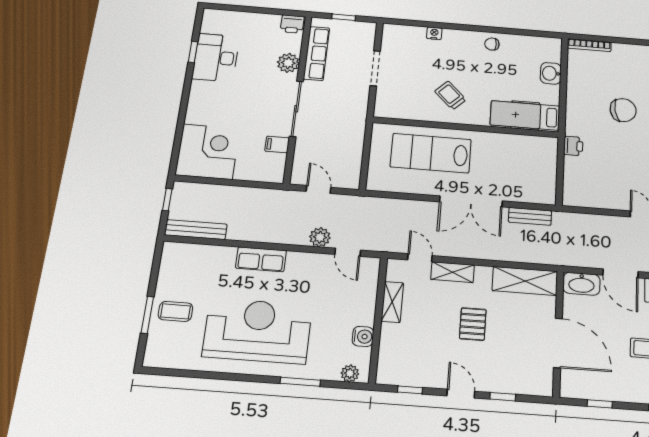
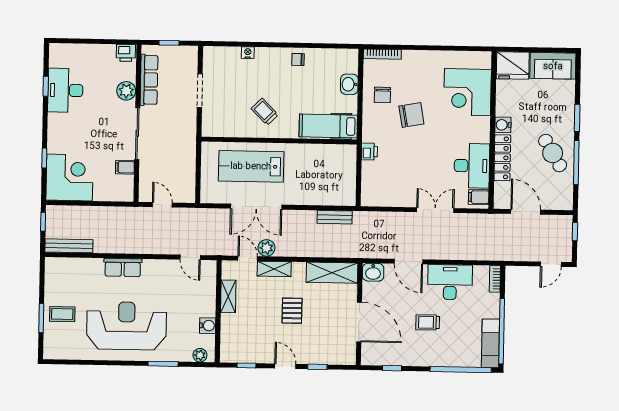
chair: (589, 87) -> (382, 95), added
window: (180, 128) -> (44, 158), added
double door: (471, 201) -> (256, 207), moved
plant: (320, 237) -> (266, 248), moved
washbasin: (582, 284) -> (373, 272), width x0.72

